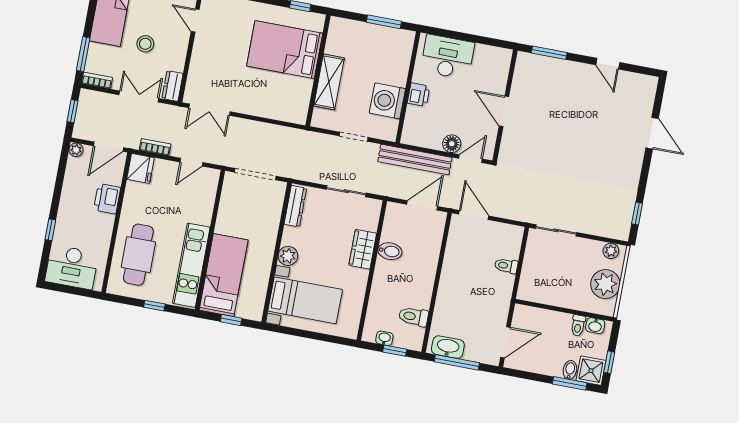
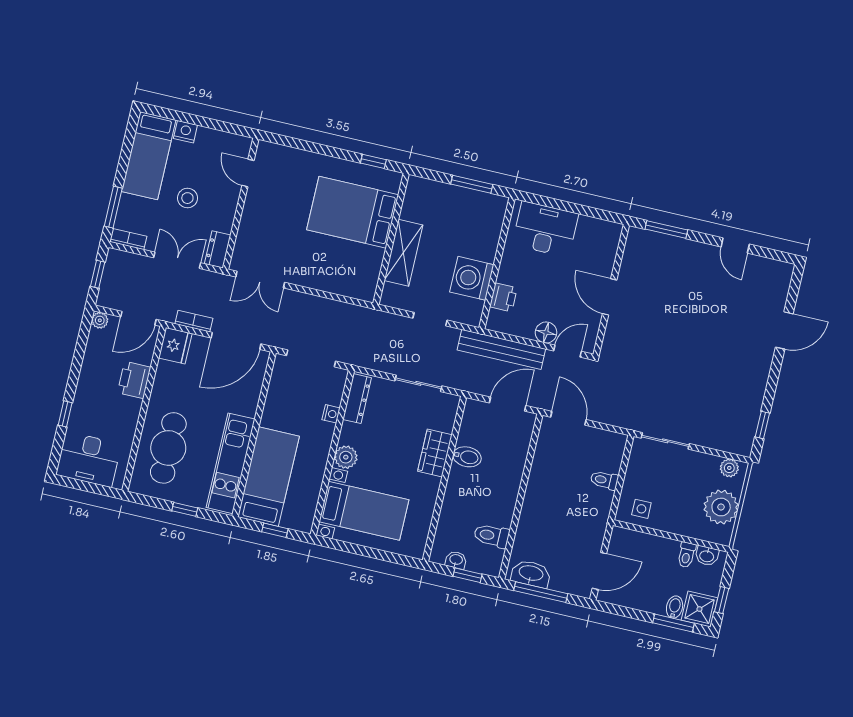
printer: (419, 95) -> (503, 297), moved
door: (652, 133) -> (784, 330), hinge flipped
door: (191, 162) -> (236, 341), width x1.88
nightstand: (274, 220) -> (331, 414), added
side table: (538, 288) -> (641, 509), added

